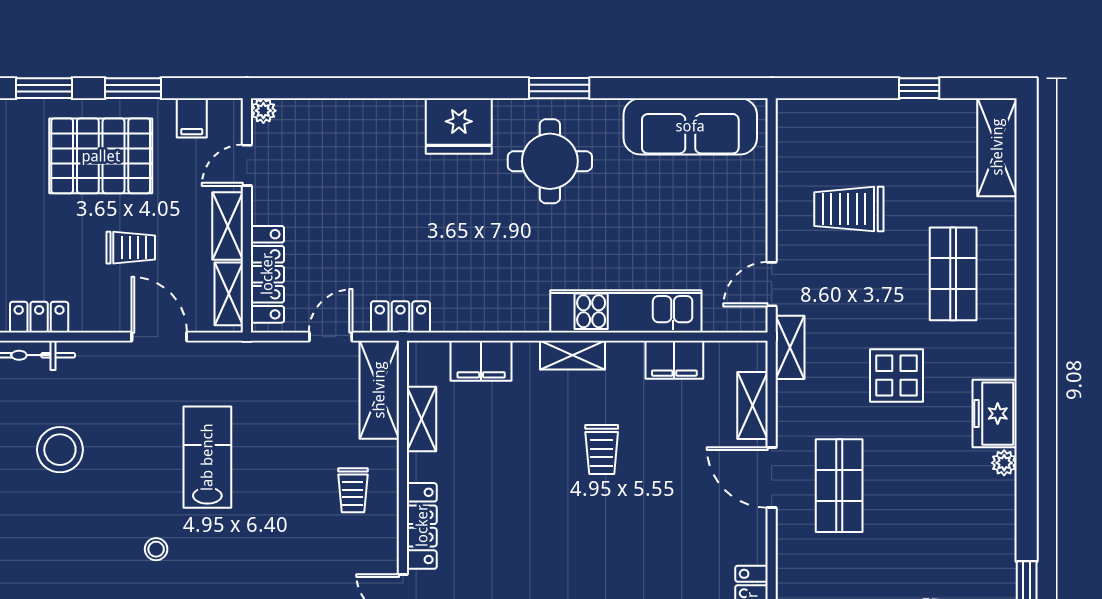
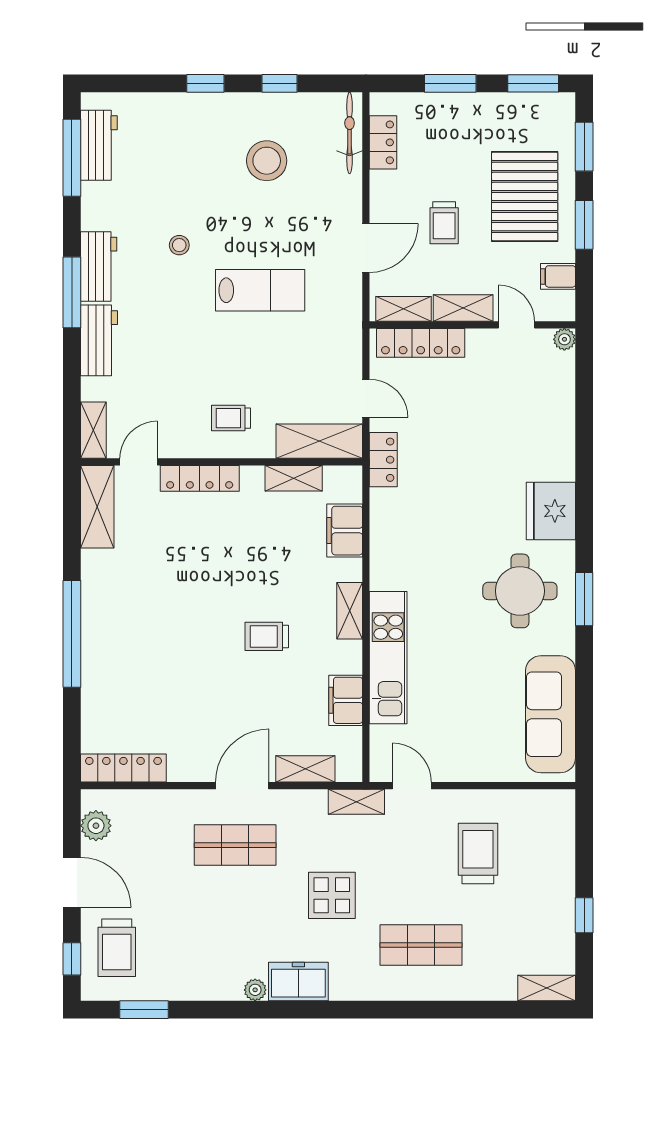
shelving: (997, 147) -> (547, 988), width x0.67, depth x0.75

